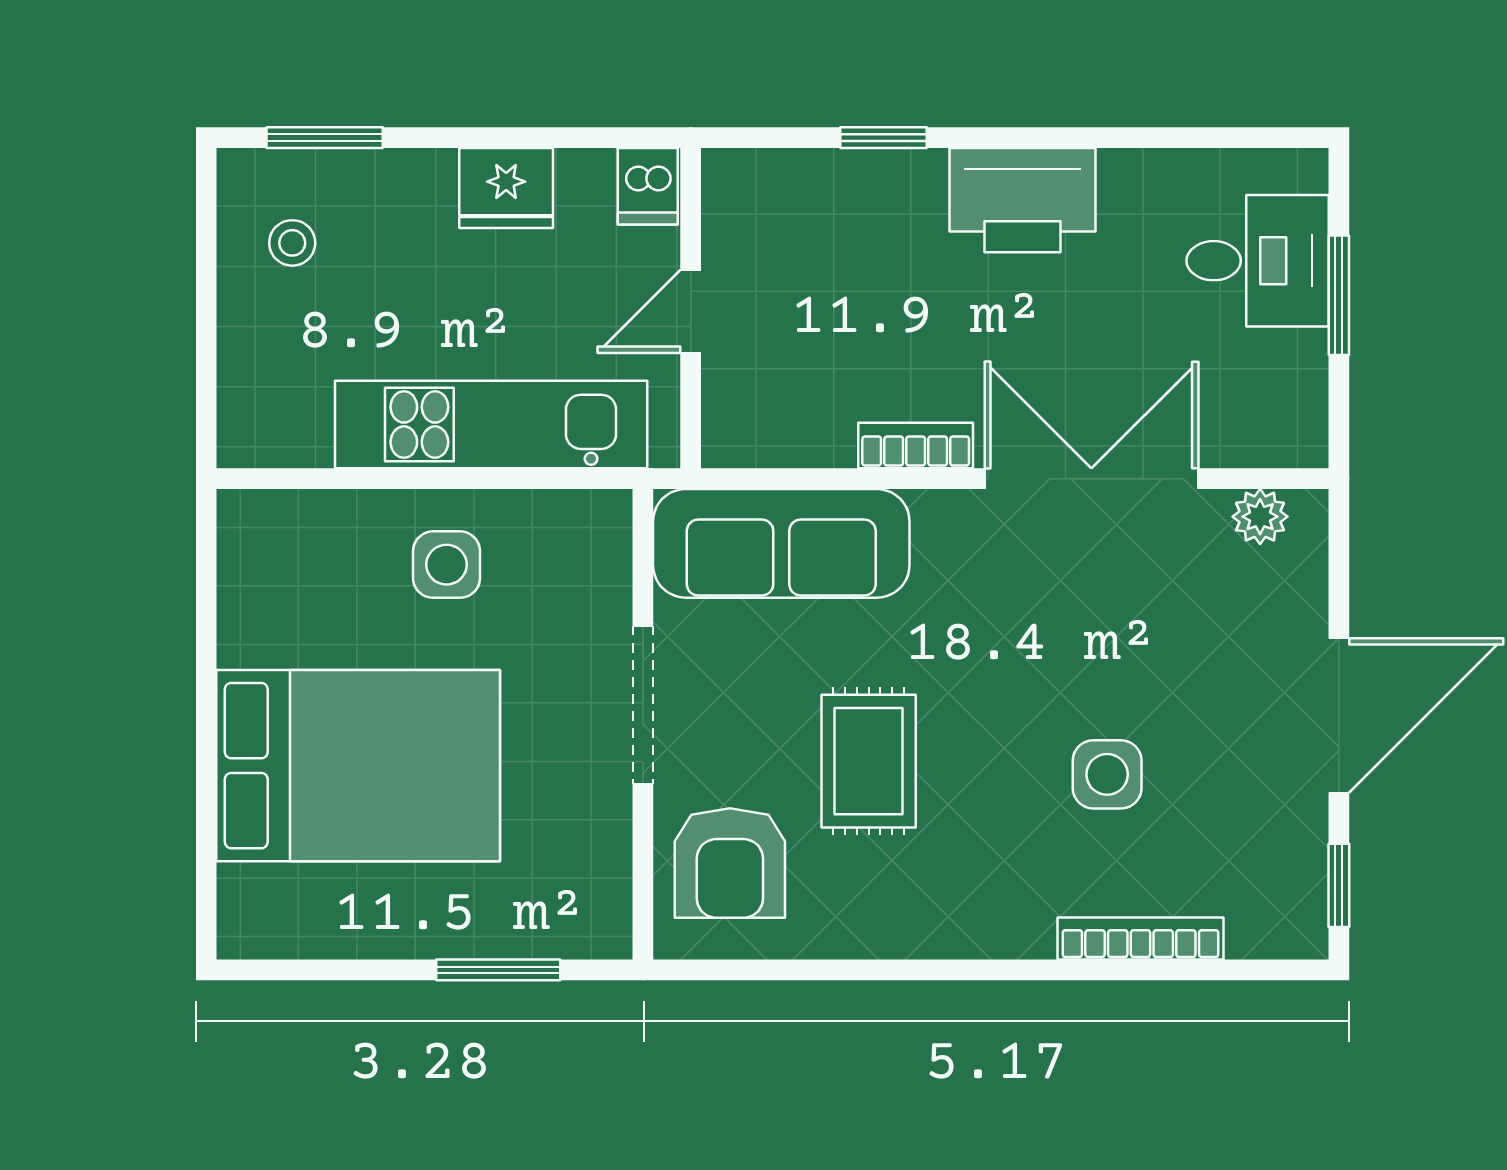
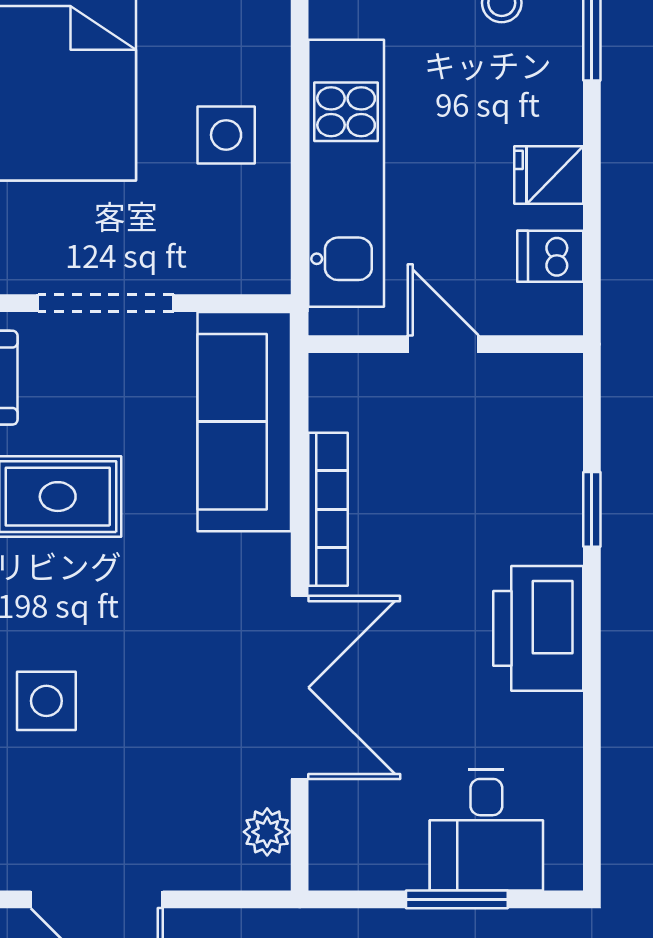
dishwasher: (648, 186) -> (550, 256), moved
fridge: (506, 188) -> (549, 175), width x0.72
bookcase: (916, 446) -> (328, 509), width x1.56

